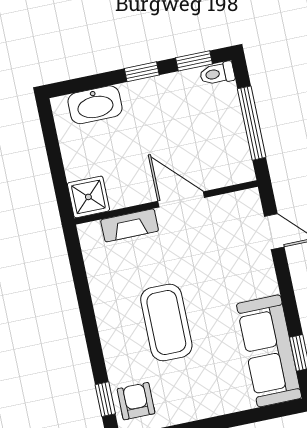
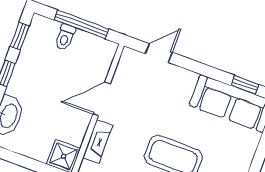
toilet: (217, 74) -> (65, 37), moved

